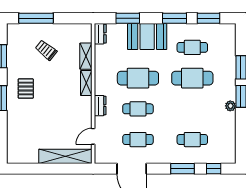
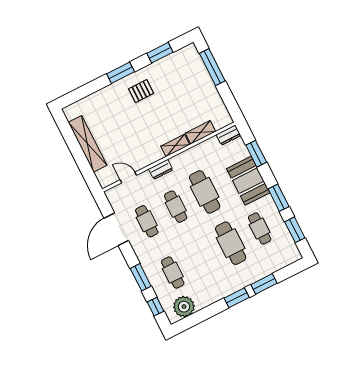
trolley: (46, 50) -> (187, 92), removed
plant: (230, 106) -> (184, 307), moved, width x1.88, depth x1.88
shelving: (65, 156) -> (88, 144), moved

